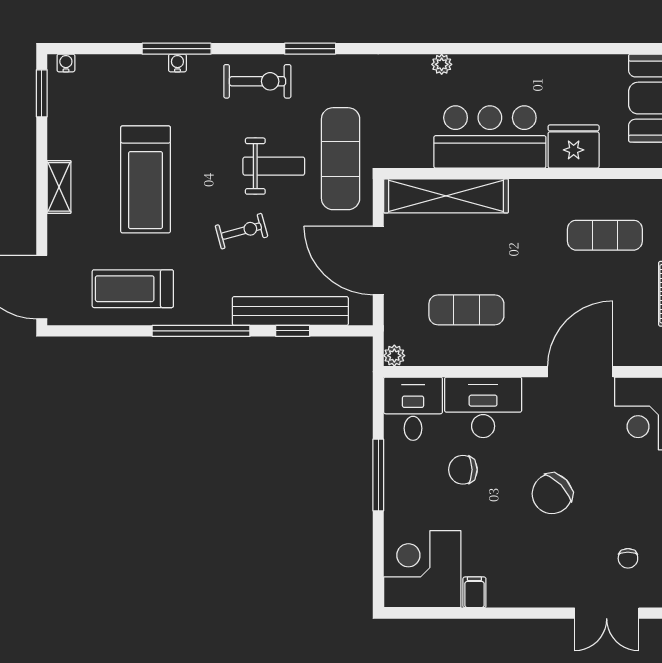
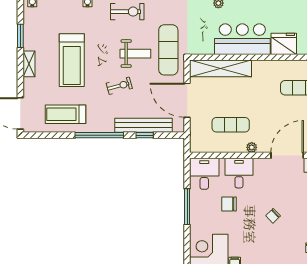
window: (42, 93) -> (20, 36), moved
plant: (394, 356) -> (252, 147), moved
desk: (483, 407) -> (239, 173), width x0.73
chair: (552, 494) -> (273, 216), width x0.54, depth x0.54

